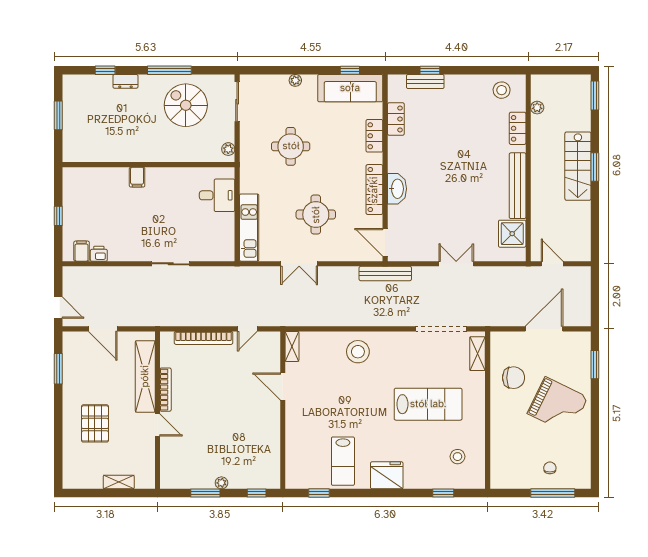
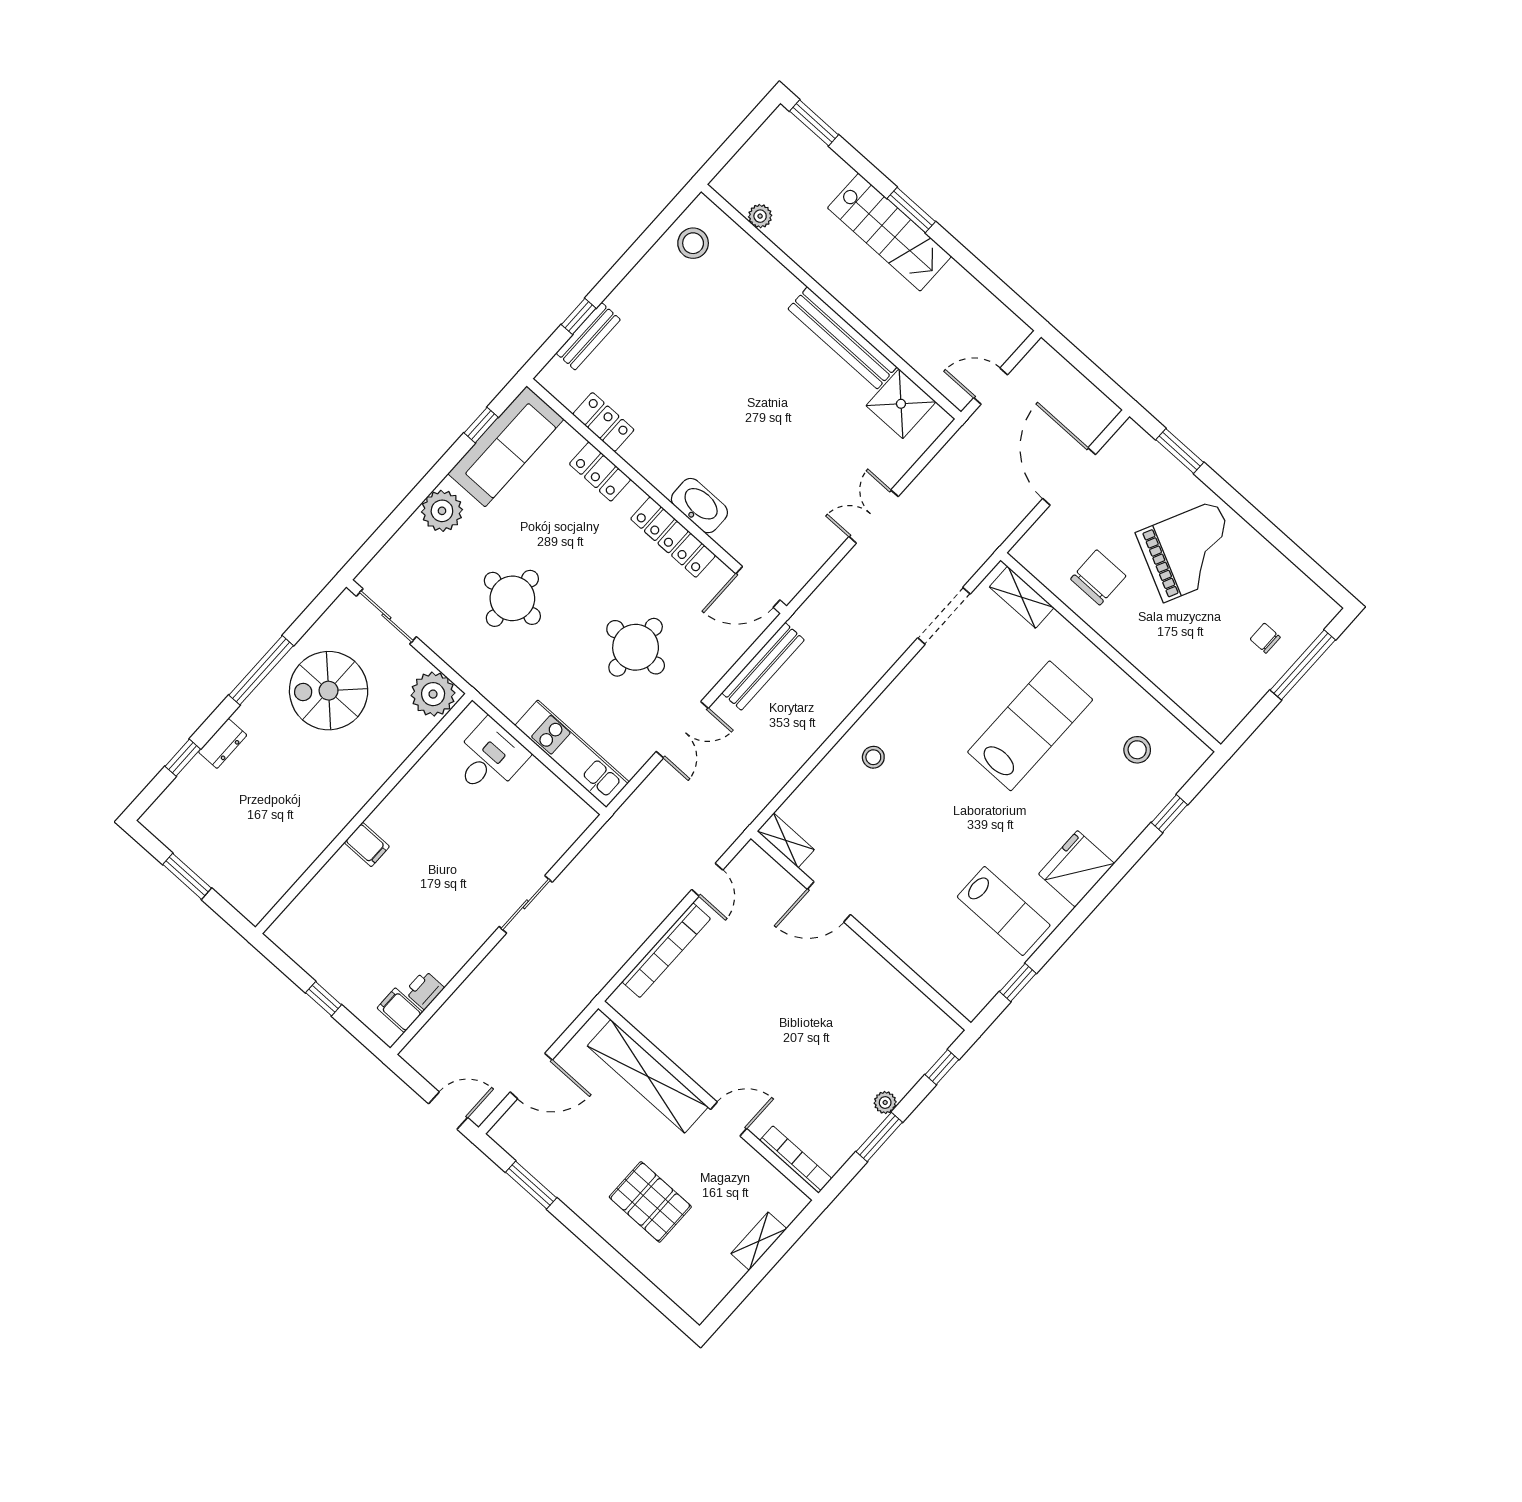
plant: (295, 80) -> (442, 511), width x1.88, depth x1.88
locker: (518, 128) -> (765, 268), removed
plant: (228, 149) -> (433, 694), width x1.88, depth x1.88
bench: (385, 274) -> (763, 666), moved
doorway: (441, 329) -> (944, 616), width x0.73
stool: (358, 352) -> (873, 757), width x0.53, depth x0.53
bookcase: (165, 390) -> (796, 1160), moved

